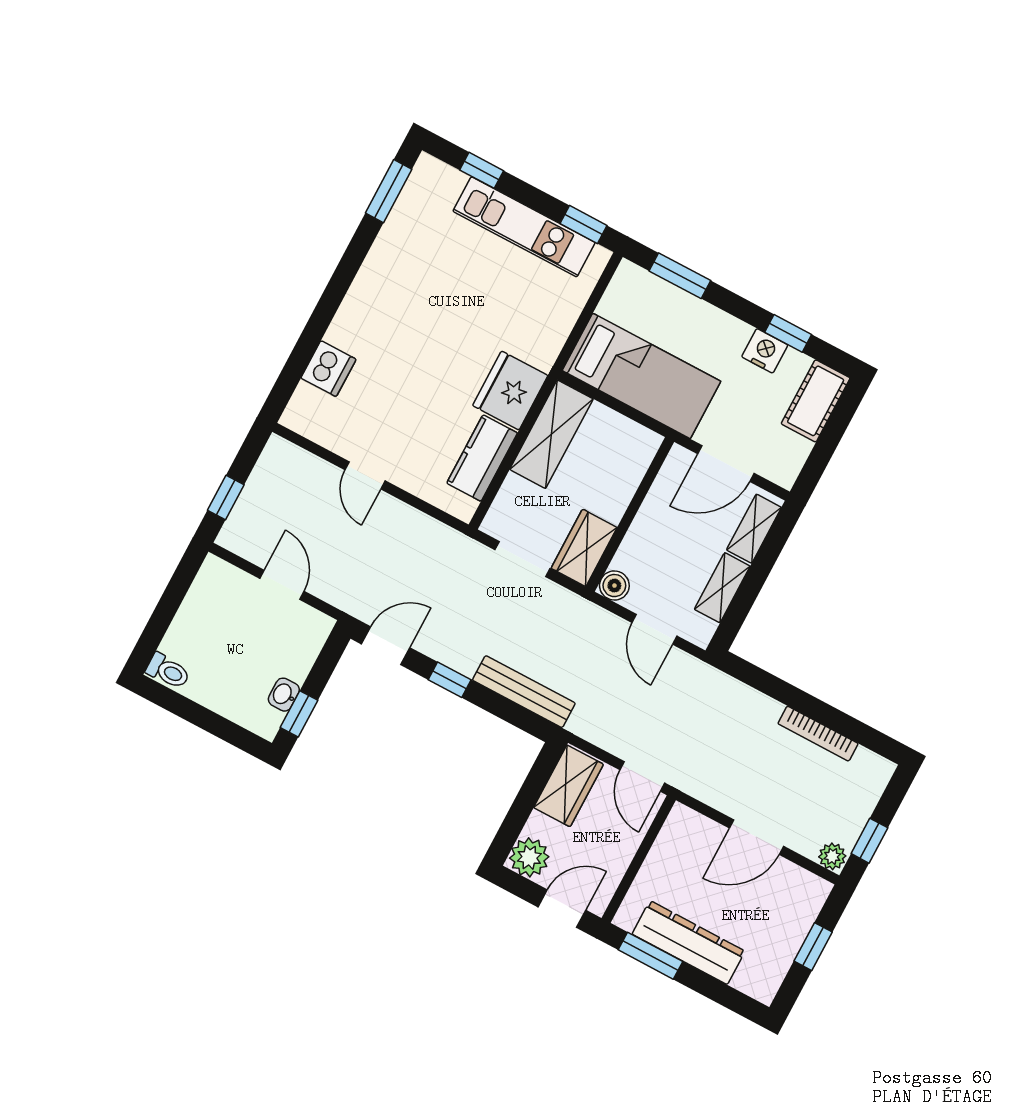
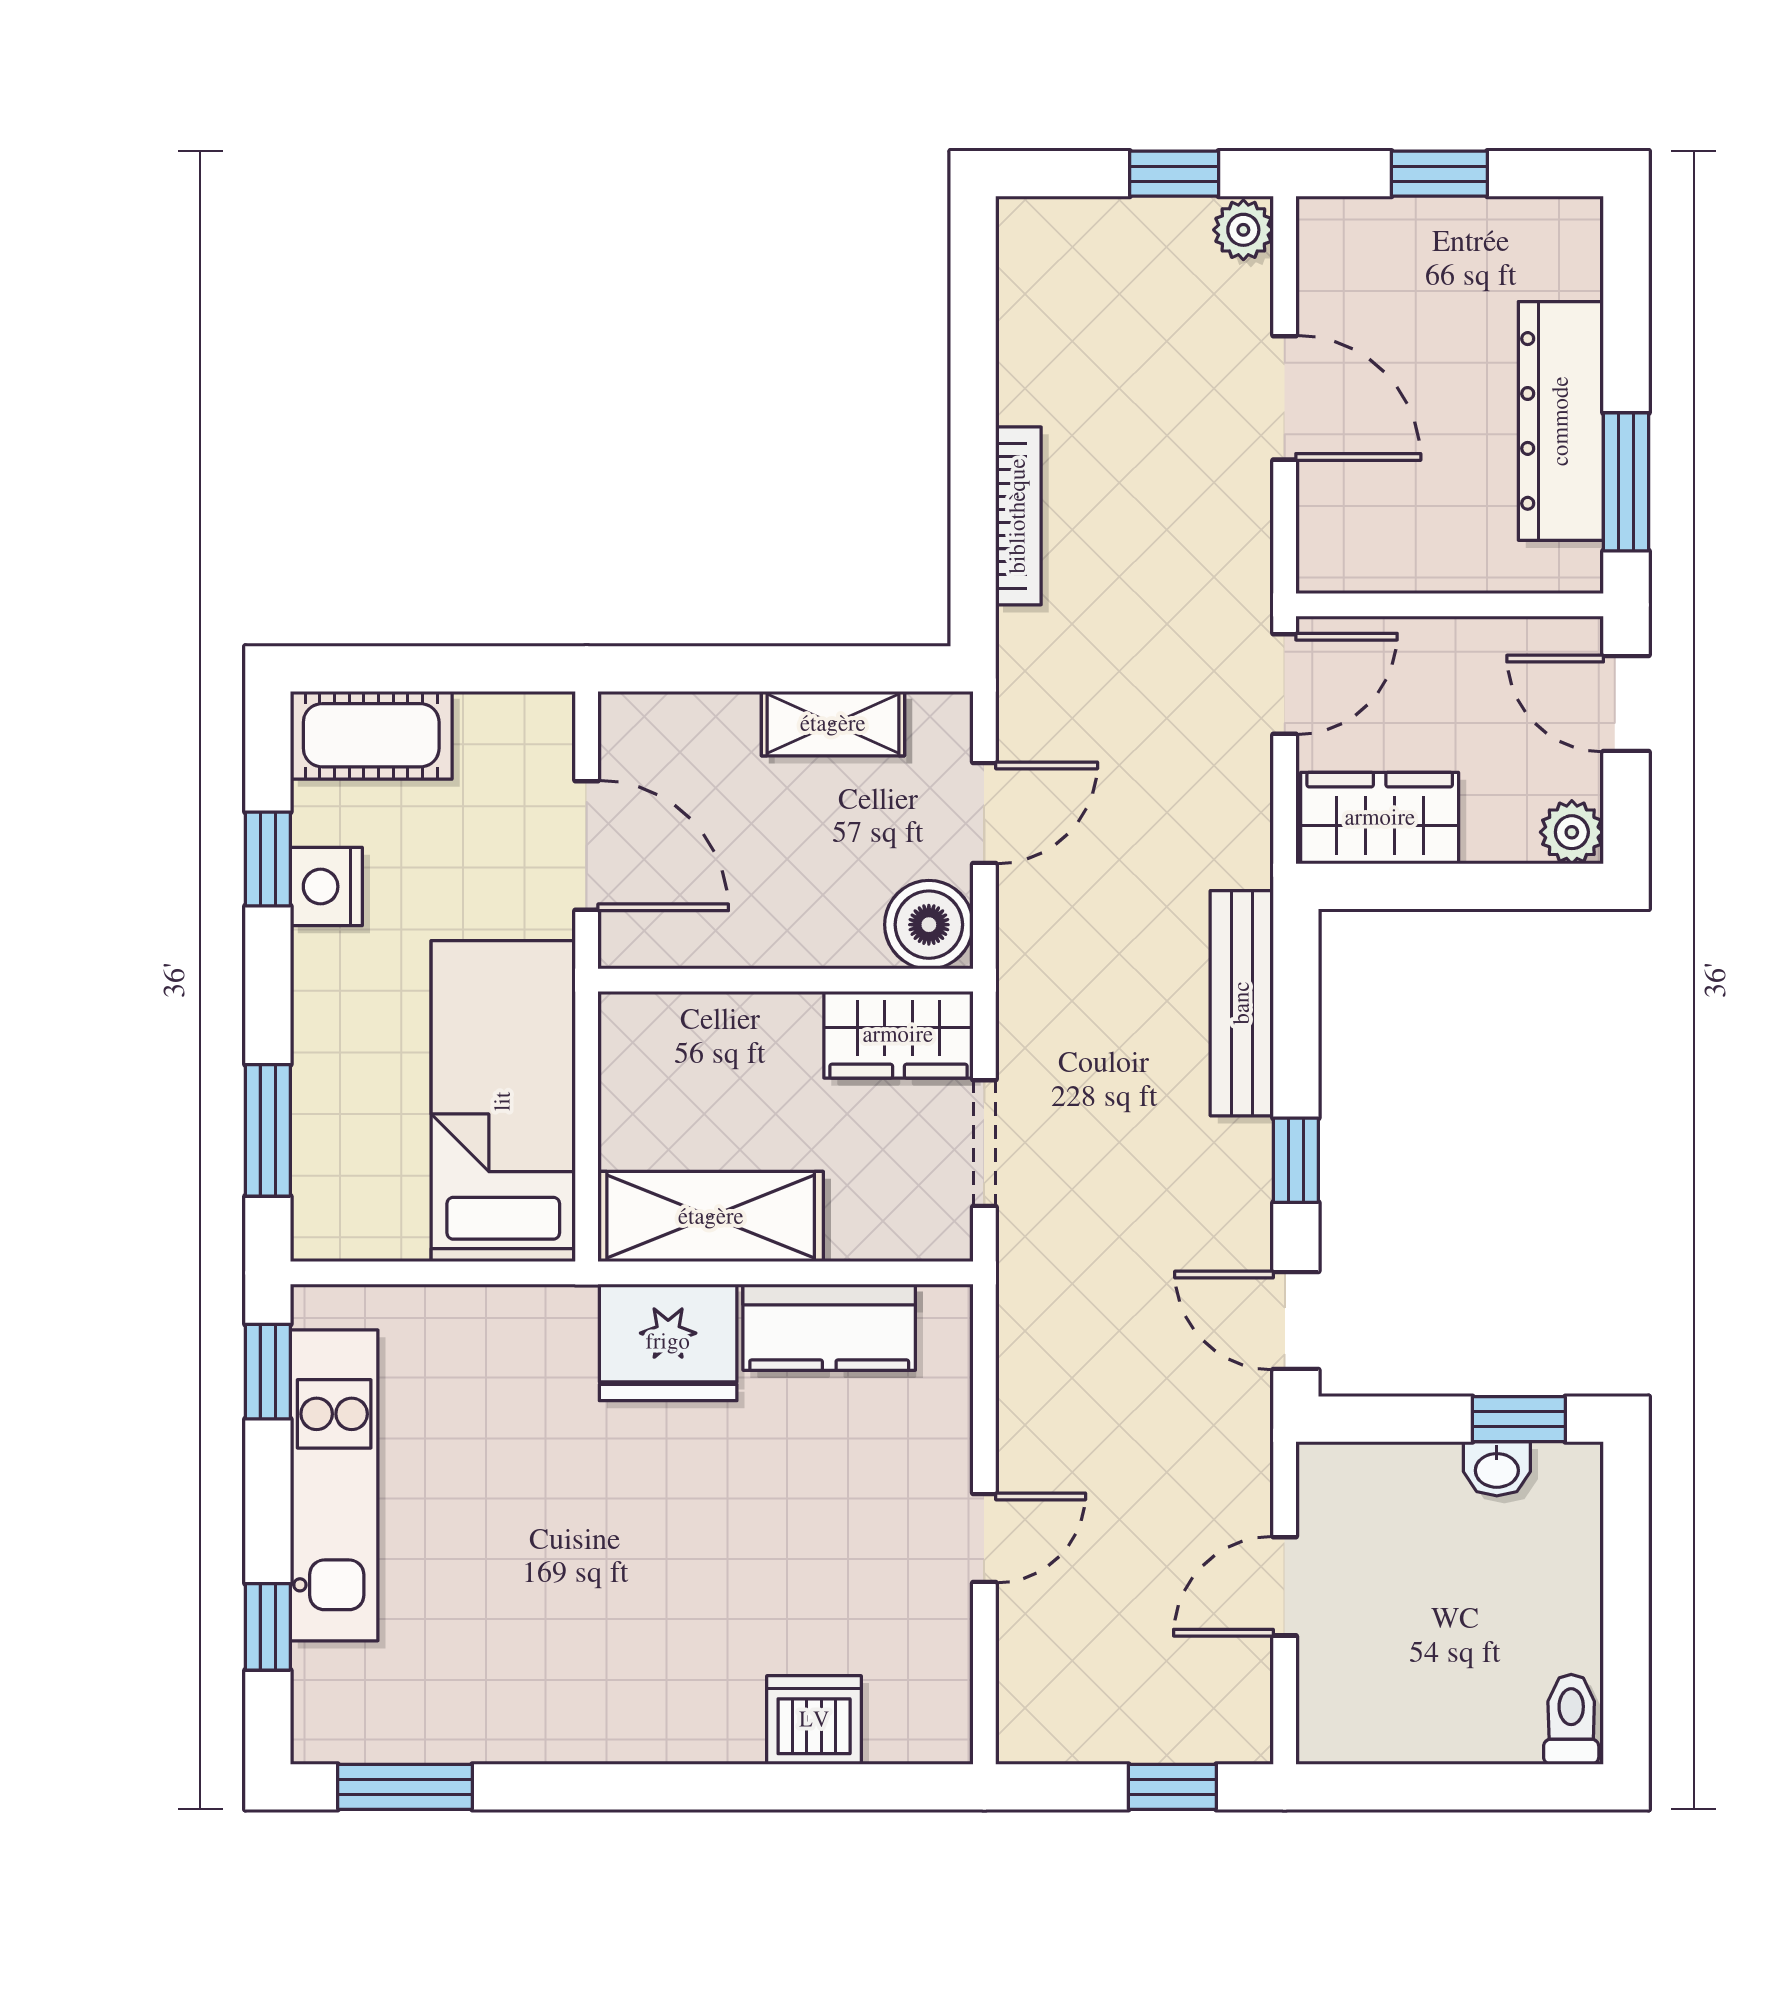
shelving: (754, 529) -> (685, 723), removed
boiler: (614, 586) -> (929, 925), width x1.36, depth x1.36
bookcase: (818, 734) -> (1018, 516), moved
plant: (529, 857) -> (1572, 832), width x0.73, depth x0.73

